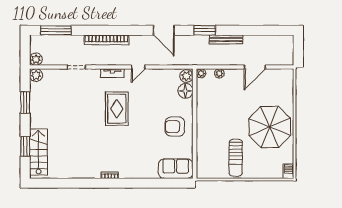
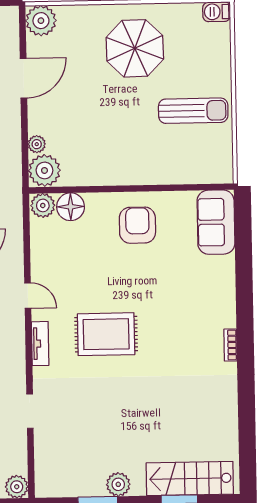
door: (255, 67) -> (24, 78), hinge flipped
plant: (201, 73) -> (44, 170), width x1.87, depth x1.87
plant: (36, 75) -> (118, 484), moved
plant: (285, 77) -> (41, 21), added
armchair: (175, 127) -> (137, 225), turned 180
parasol: (270, 127) -> (135, 48), width x0.73, depth x0.73

